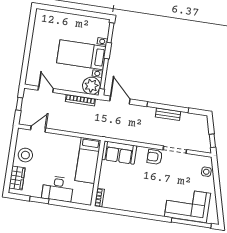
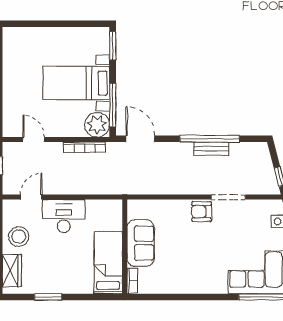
sofa: (119, 153) -> (141, 243), moved, turned -90
bed: (88, 160) -> (108, 263), moved, turned 180
desk: (58, 189) -> (64, 216), moved, turned 180

